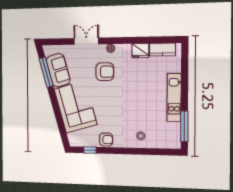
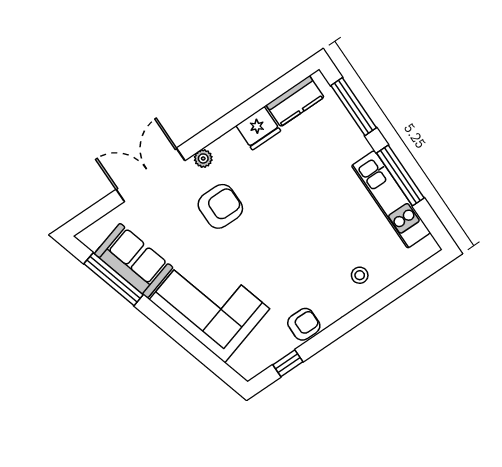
double door: (86, 41) -> (150, 175), width x1.37
window: (185, 68) -> (354, 107), added
kitchen unit: (174, 98) -> (391, 199), moved
window: (184, 126) -> (400, 175), moved

